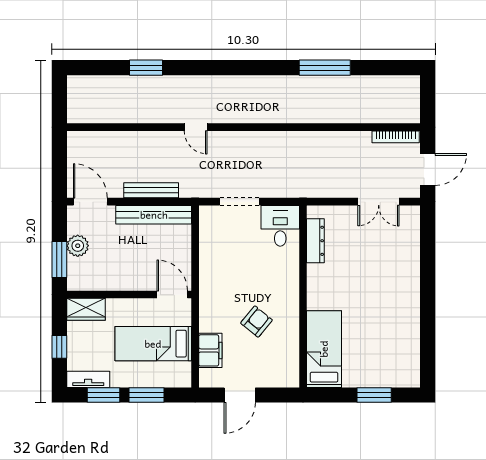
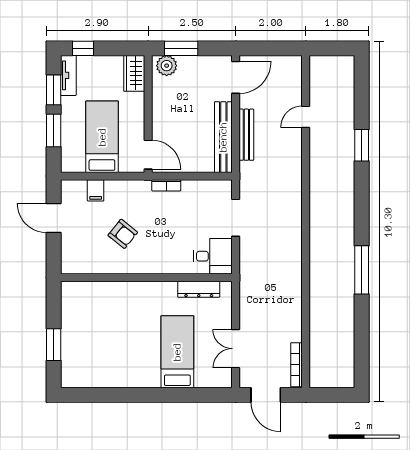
window: (146, 68) -> (362, 145), moved
window: (325, 68) -> (362, 270), moved
door: (196, 127) -> (306, 117), moved
plant: (78, 246) -> (167, 66), moved
bookcase: (205, 275) -> (166, 185), added
door: (172, 295) -> (148, 155), hinge flipped
window: (59, 347) -> (83, 48), moved
bed: (324, 349) -> (177, 352), moved, turned -90
filing cabinet: (210, 350) -> (96, 190), width x0.50

